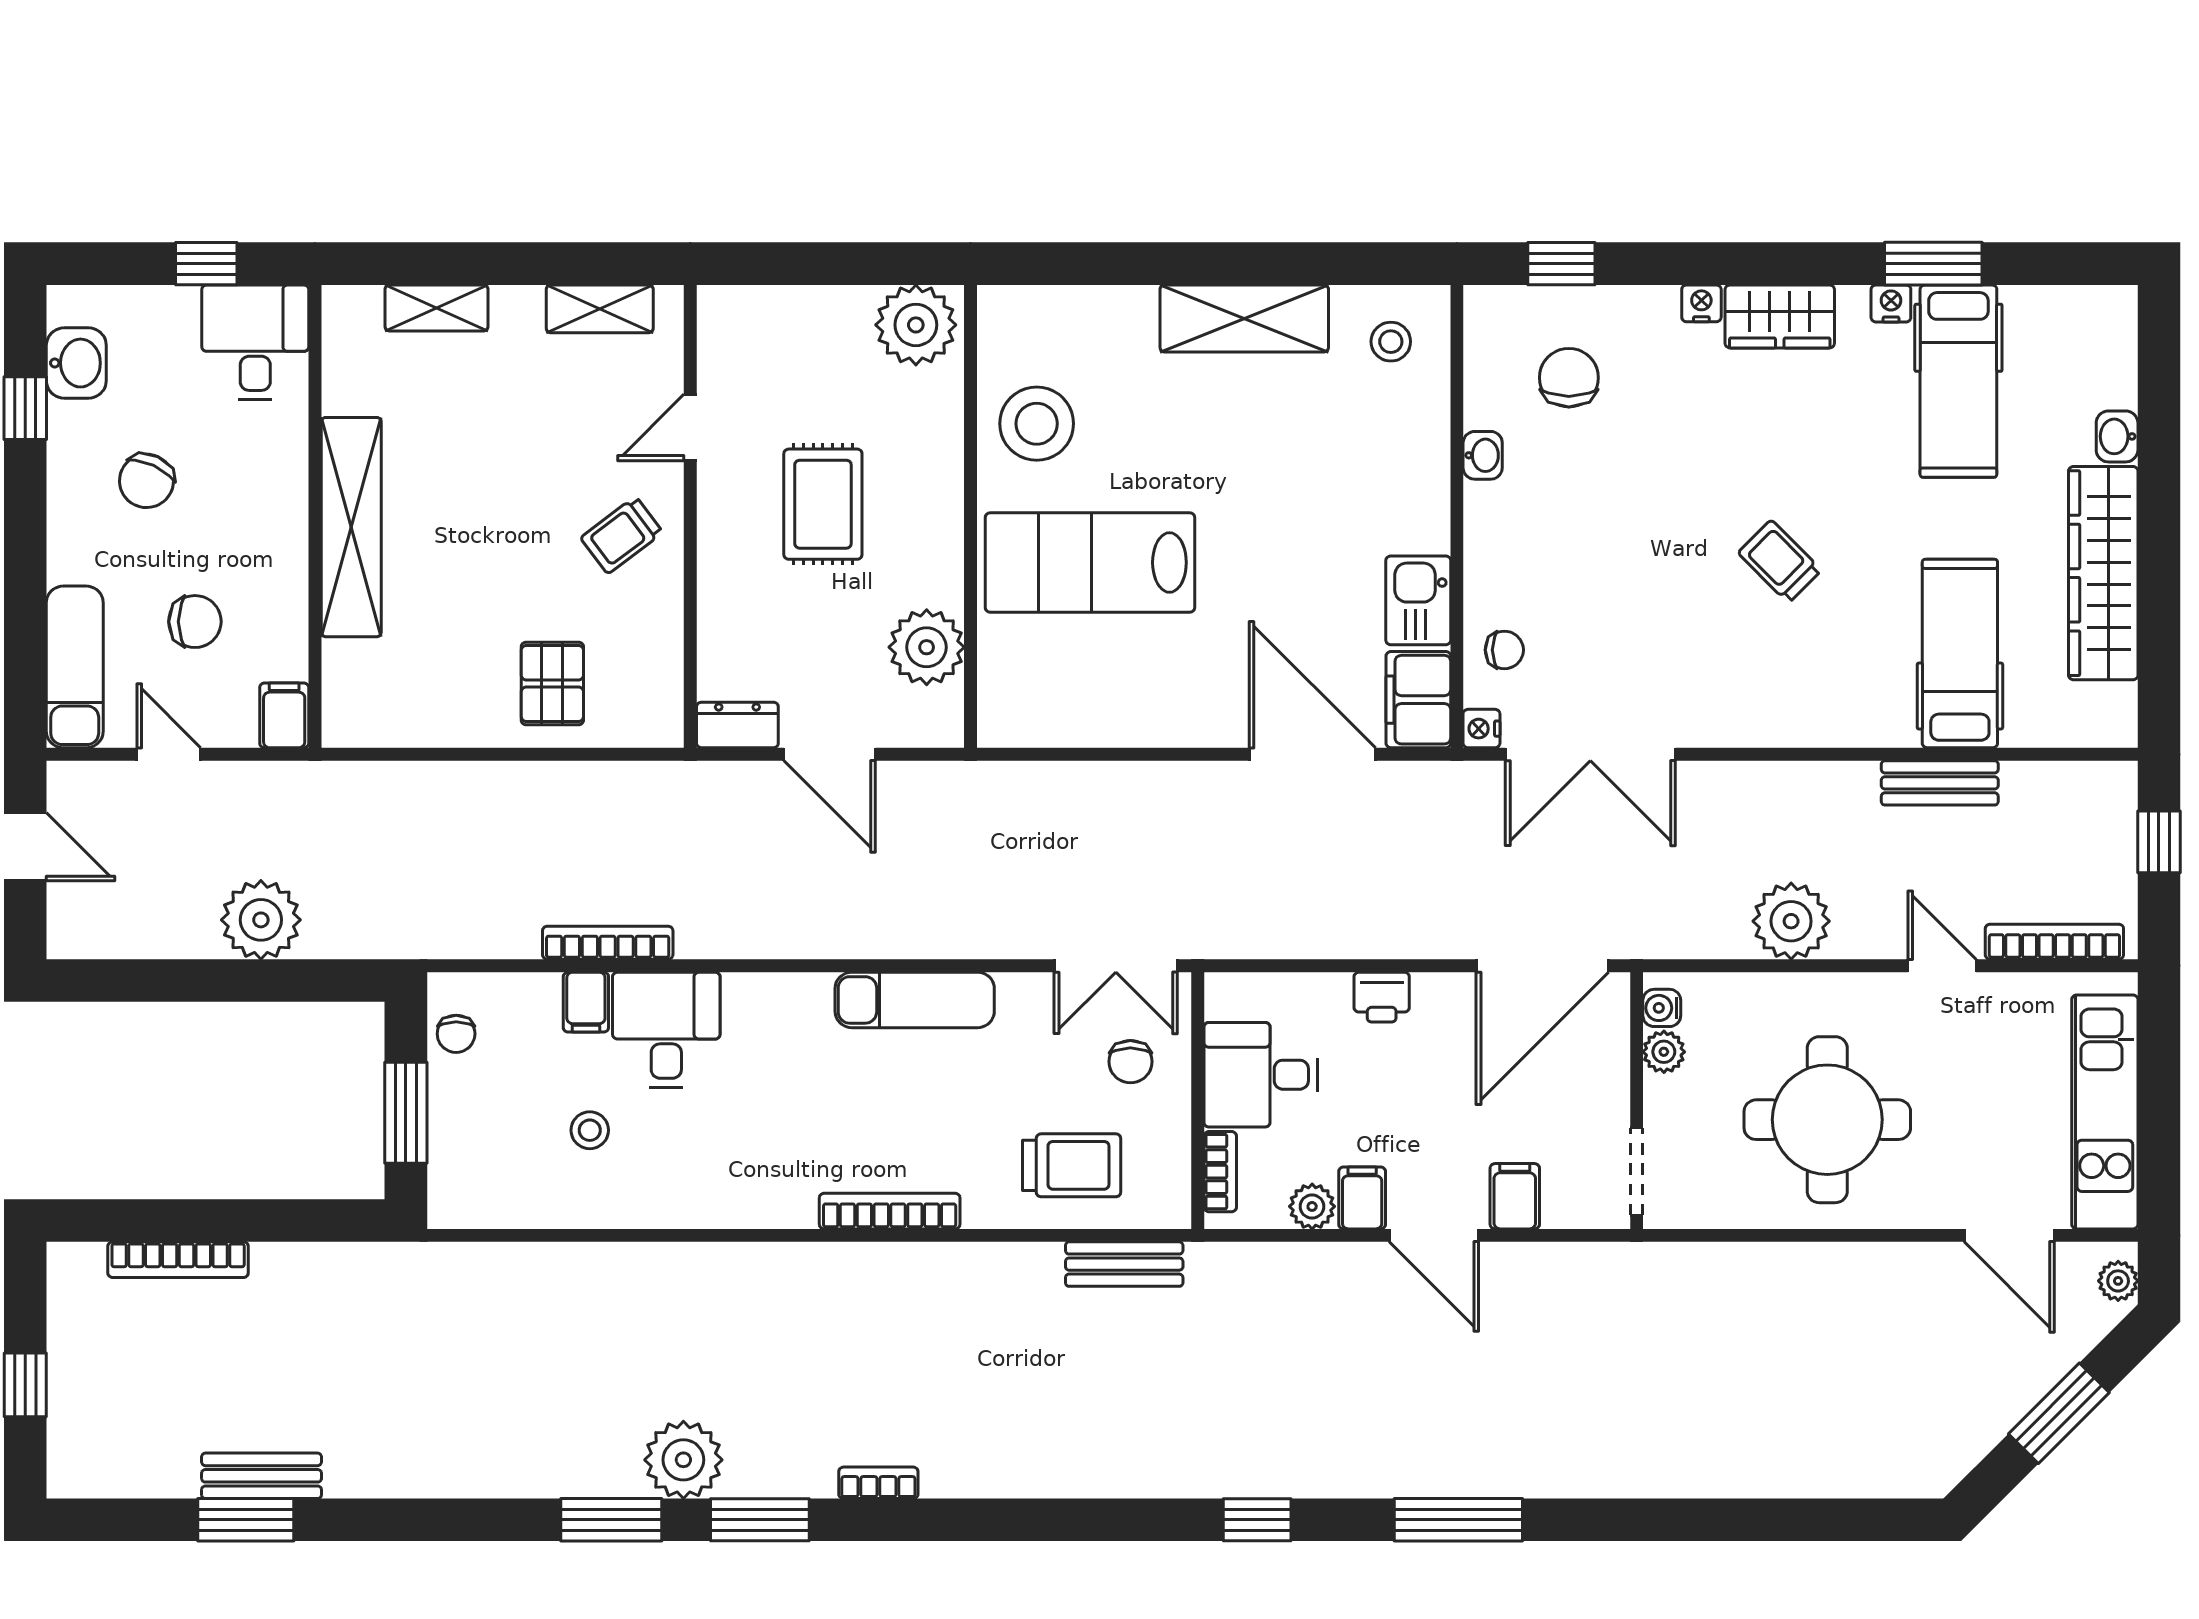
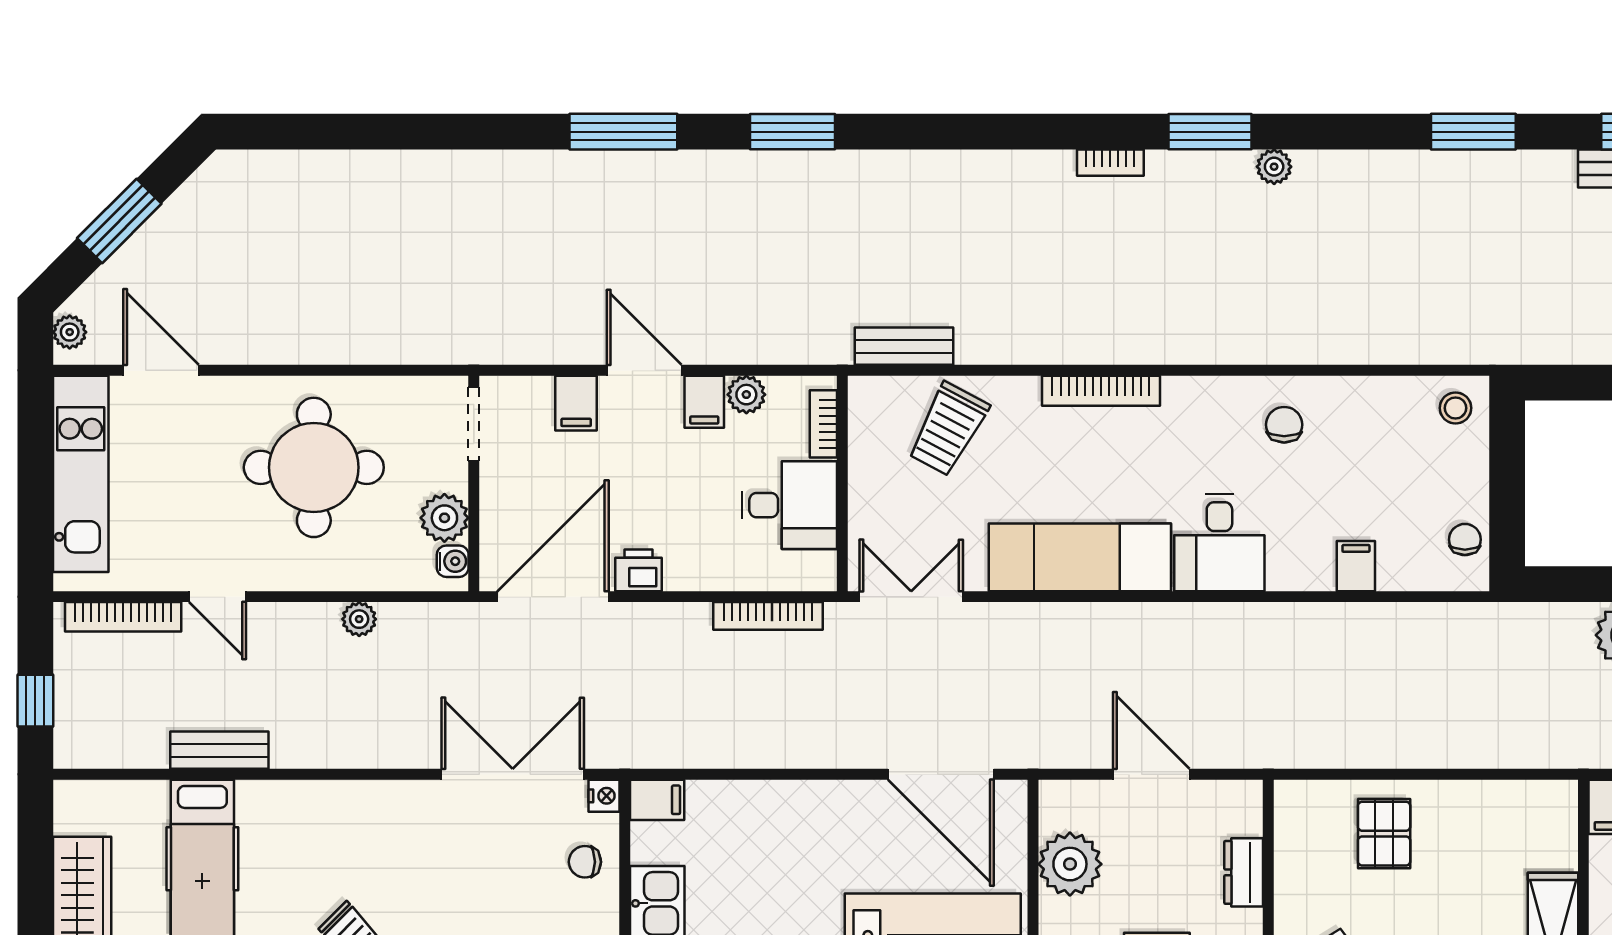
filing cabinet: (1418, 700) -> (657, 800), width x0.50
dresser: (737, 725) -> (1244, 872), moved, turned 90
door: (1312, 754) -> (941, 774), moved
plant: (1791, 921) -> (359, 619), width x0.53, depth x0.53
bookcase: (608, 943) -> (768, 616), moved
printer: (1382, 997) -> (639, 570), moved
exam couch: (915, 1000) -> (1080, 557), width x1.36, depth x1.45
desk: (666, 1030) -> (1219, 543), moved
plant: (1664, 1052) -> (444, 518), width x1.38, depth x1.38
chair: (1130, 1062) -> (1284, 425), moved
window: (406, 1113) -> (1507, 473), removed
stool: (590, 1130) -> (1455, 408), moved
trolley: (1072, 1165) -> (948, 429), turned -62
plant: (683, 1460) -> (1274, 167), width x0.53, depth x0.53
window: (611, 1520) -> (1473, 132), moved
window: (1257, 1520) -> (792, 132), width x1.50

